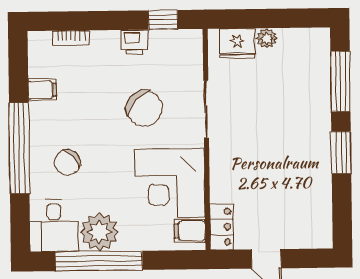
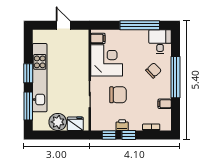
window: (120, 20) -> (129, 135), added
plant: (267, 38) -> (58, 122), width x1.88, depth x1.88
chair: (144, 108) -> (118, 95), turned 138
kitchen unit: (316, 144) -> (40, 78), added
locker: (222, 227) -> (83, 40), removed
plant: (99, 232) -> (139, 38), removed

